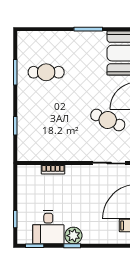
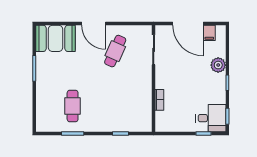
desk: (48, 227) -> (211, 118), moved
plant: (73, 236) -> (218, 65), moved

